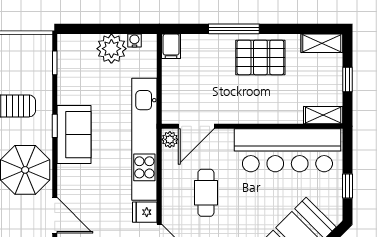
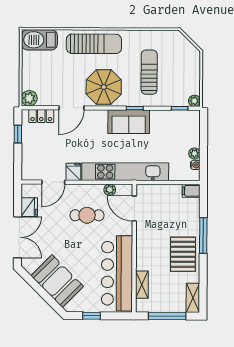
plant: (44, 42) -> (194, 101), added
plant: (111, 49) -> (194, 153), width x0.53, depth x0.53
window: (347, 79) -> (167, 316), width x2.17
shelving: (323, 115) -> (142, 285), moved
plant: (170, 139) -> (110, 190), moved

